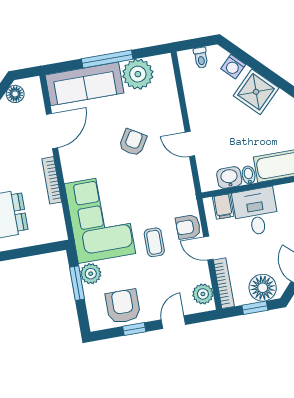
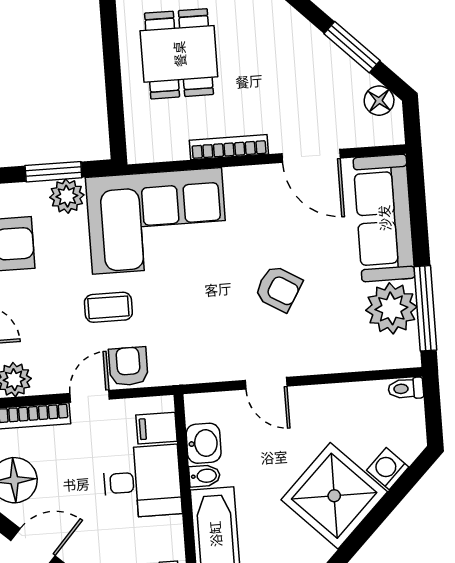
toilet: (201, 58) -> (406, 389), moved
window: (107, 59) -> (425, 308), moved
shower: (256, 92) -> (334, 496), width x1.37, depth x1.37
door: (190, 144) -> (266, 383), swing flipped

